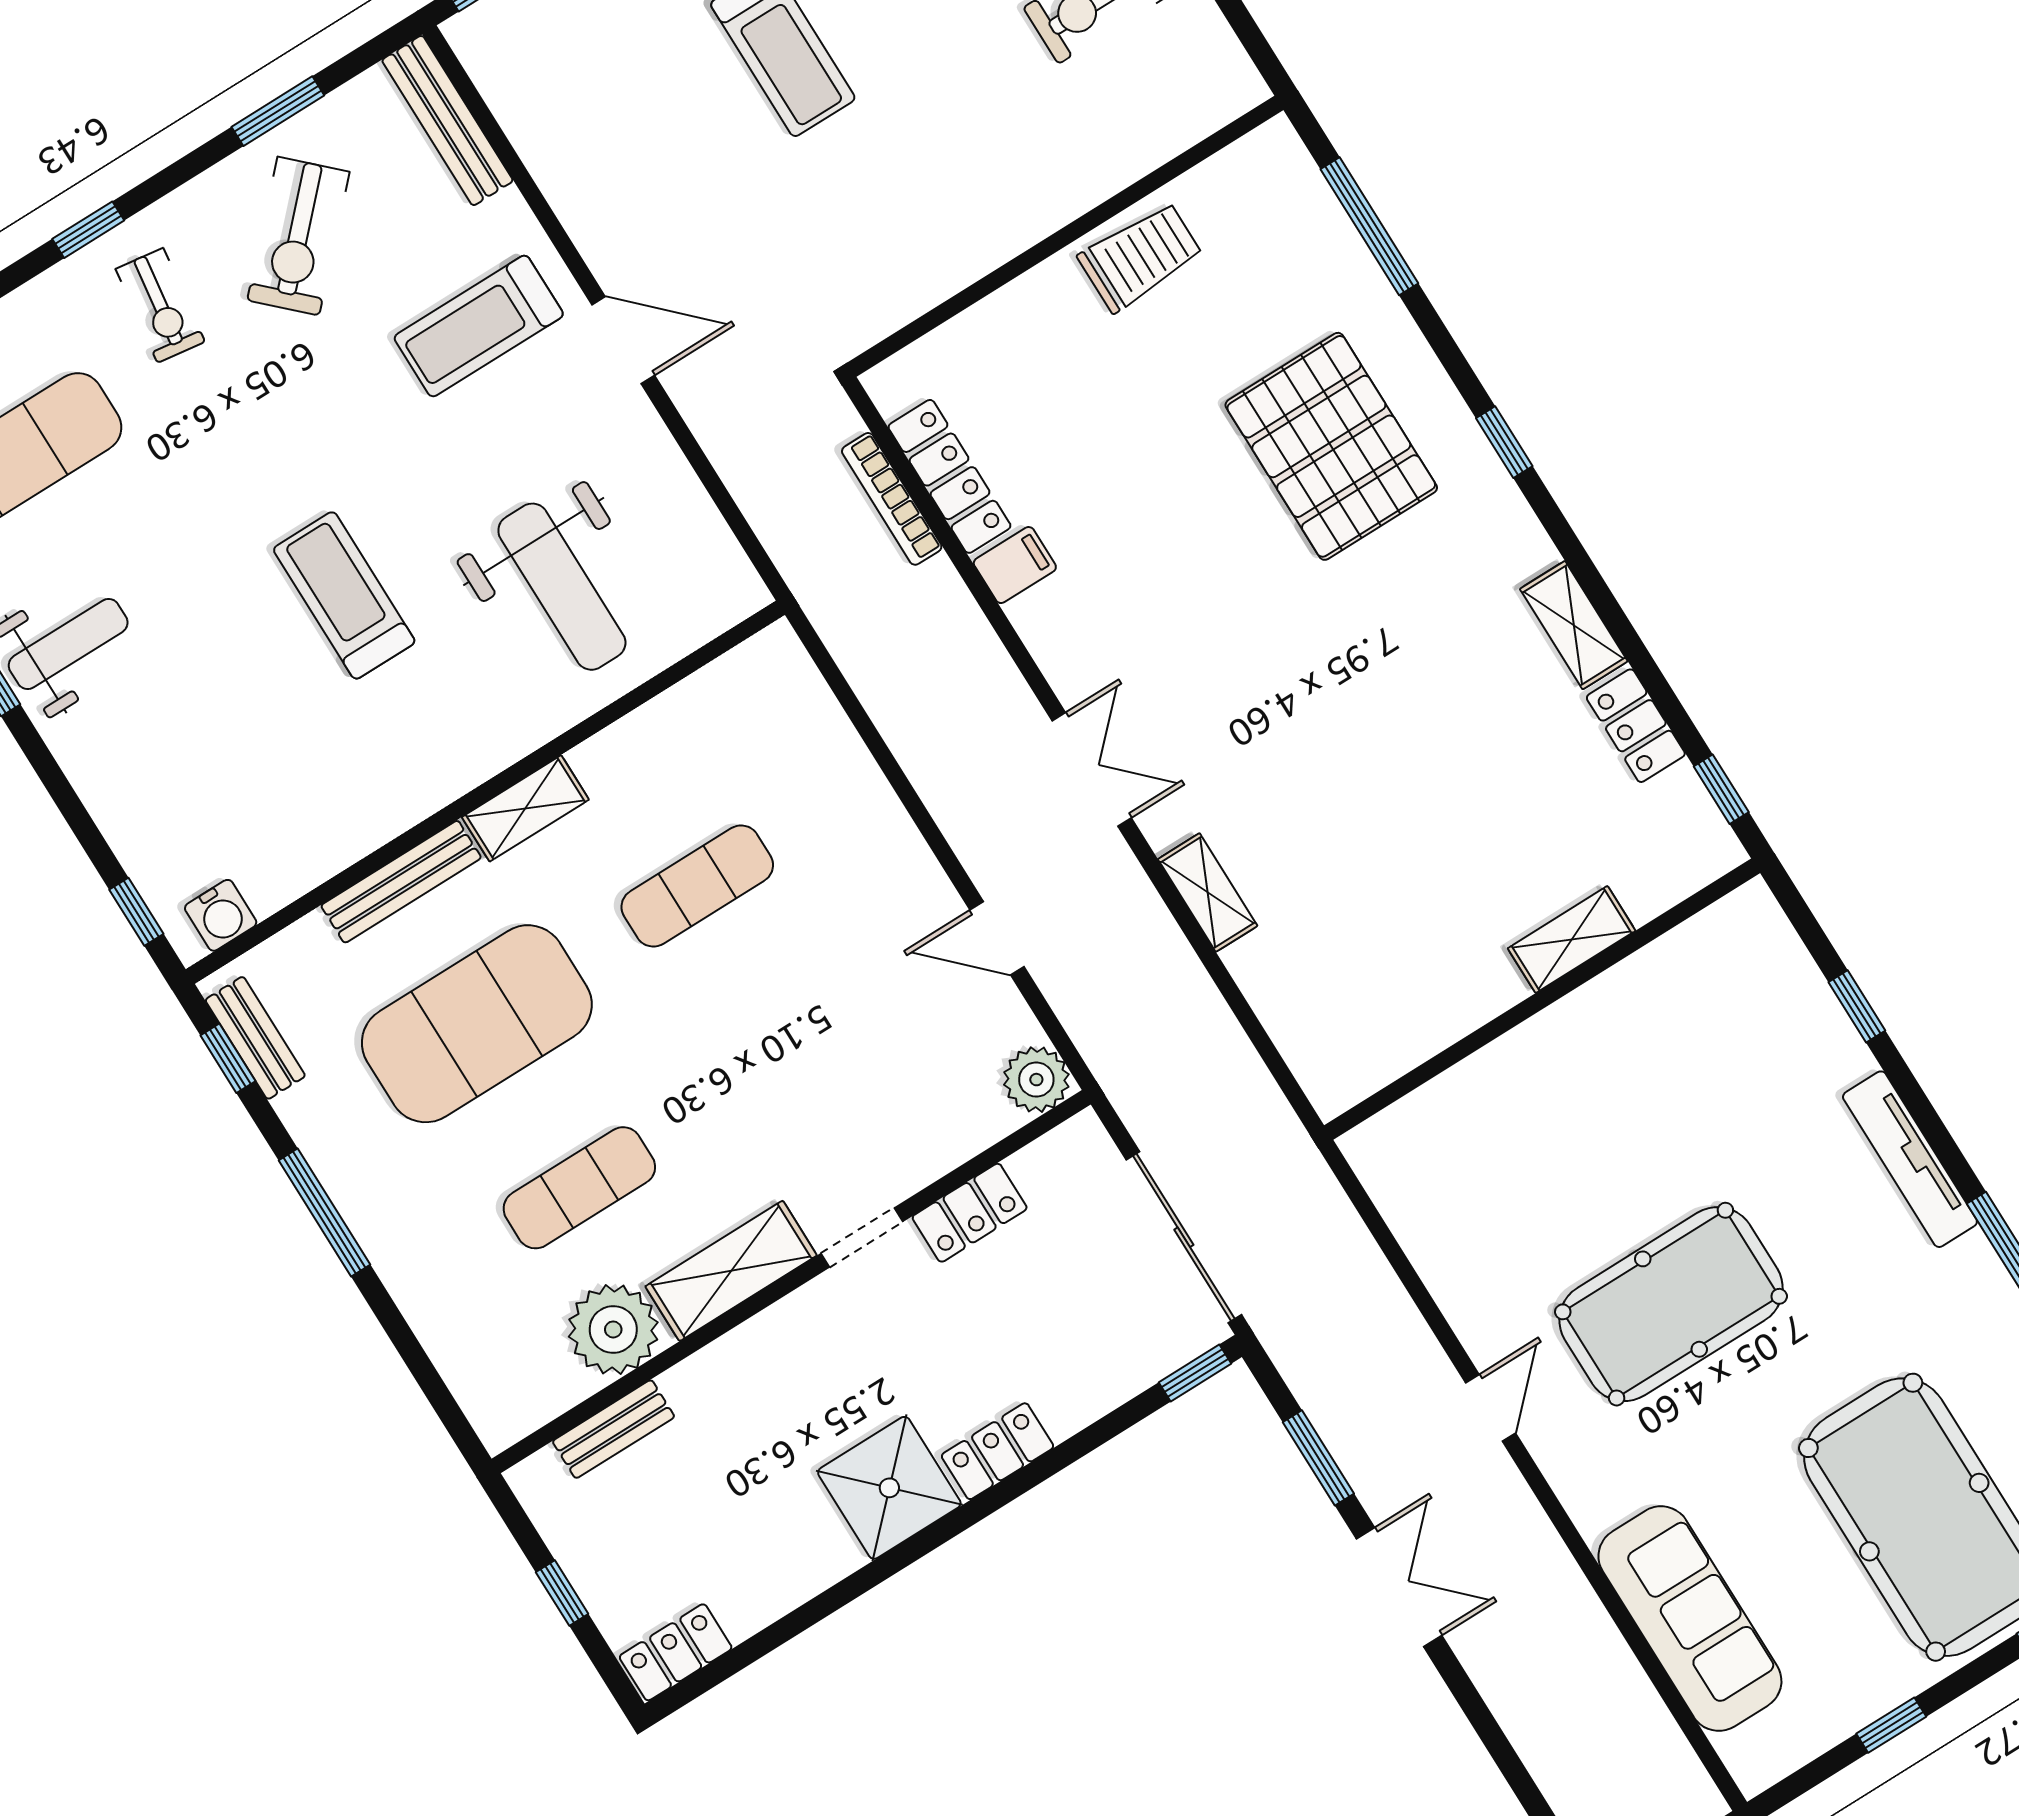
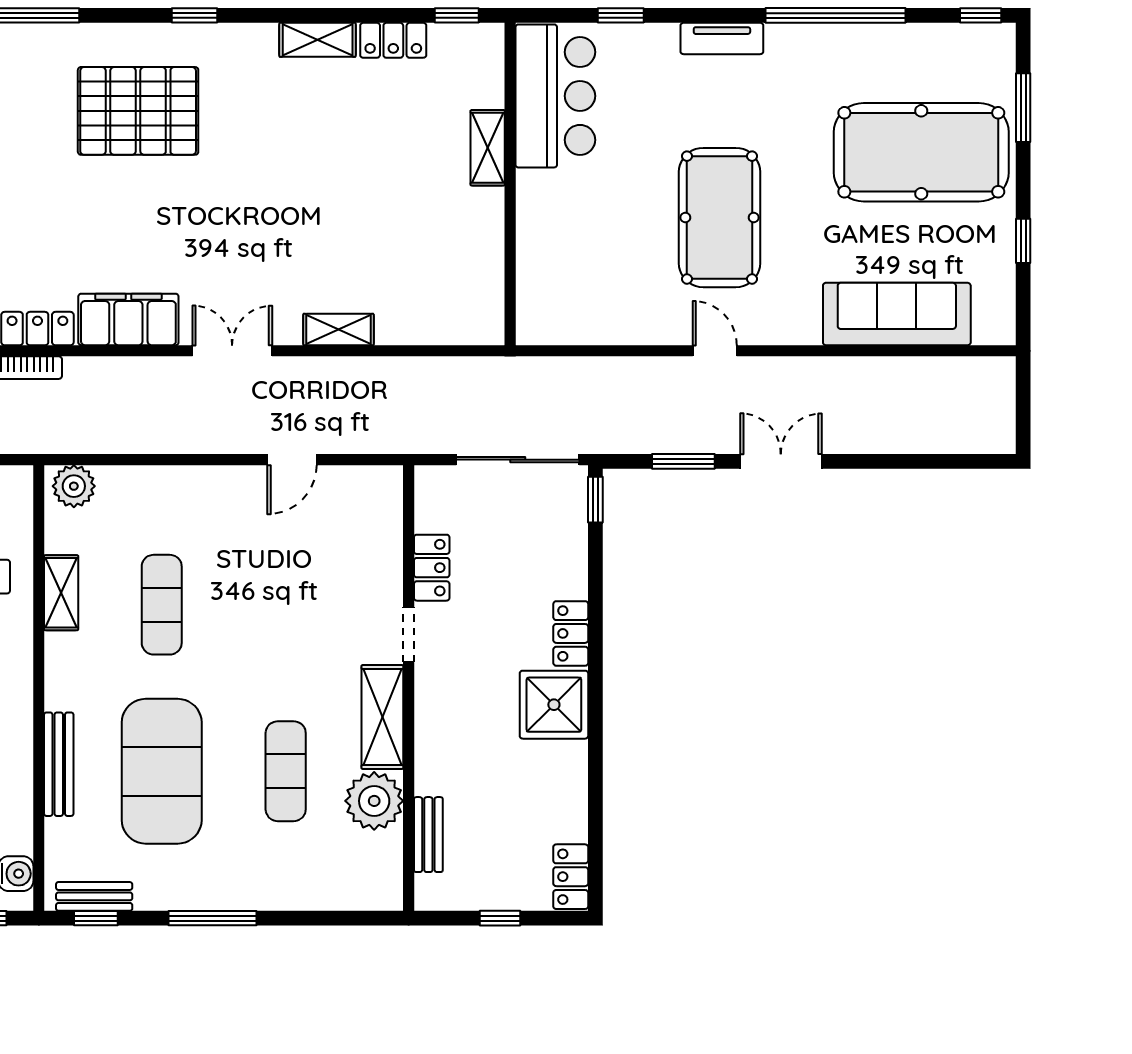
filing cabinet: (1015, 565) -> (128, 319), width x3.00, depth x1.17
shelving: (525, 808) -> (61, 593), moved
bar counter: (1696, 986) -> (555, 96), added
plant: (1036, 1080) -> (74, 486), moved
tv unit: (1910, 1159) -> (722, 38), width x0.71

